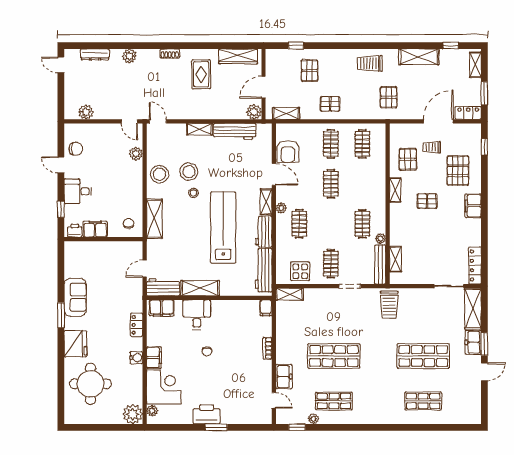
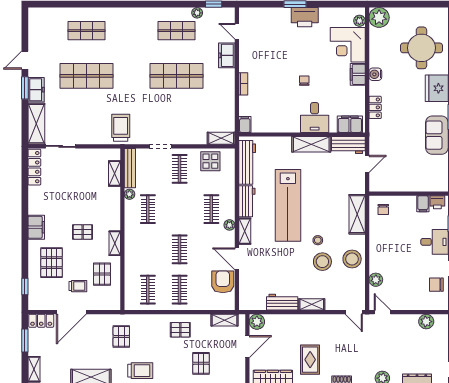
workbench: (235, 131) -> (282, 302), width x0.73
filing cabinet: (95, 229) -> (423, 204), width x0.50

